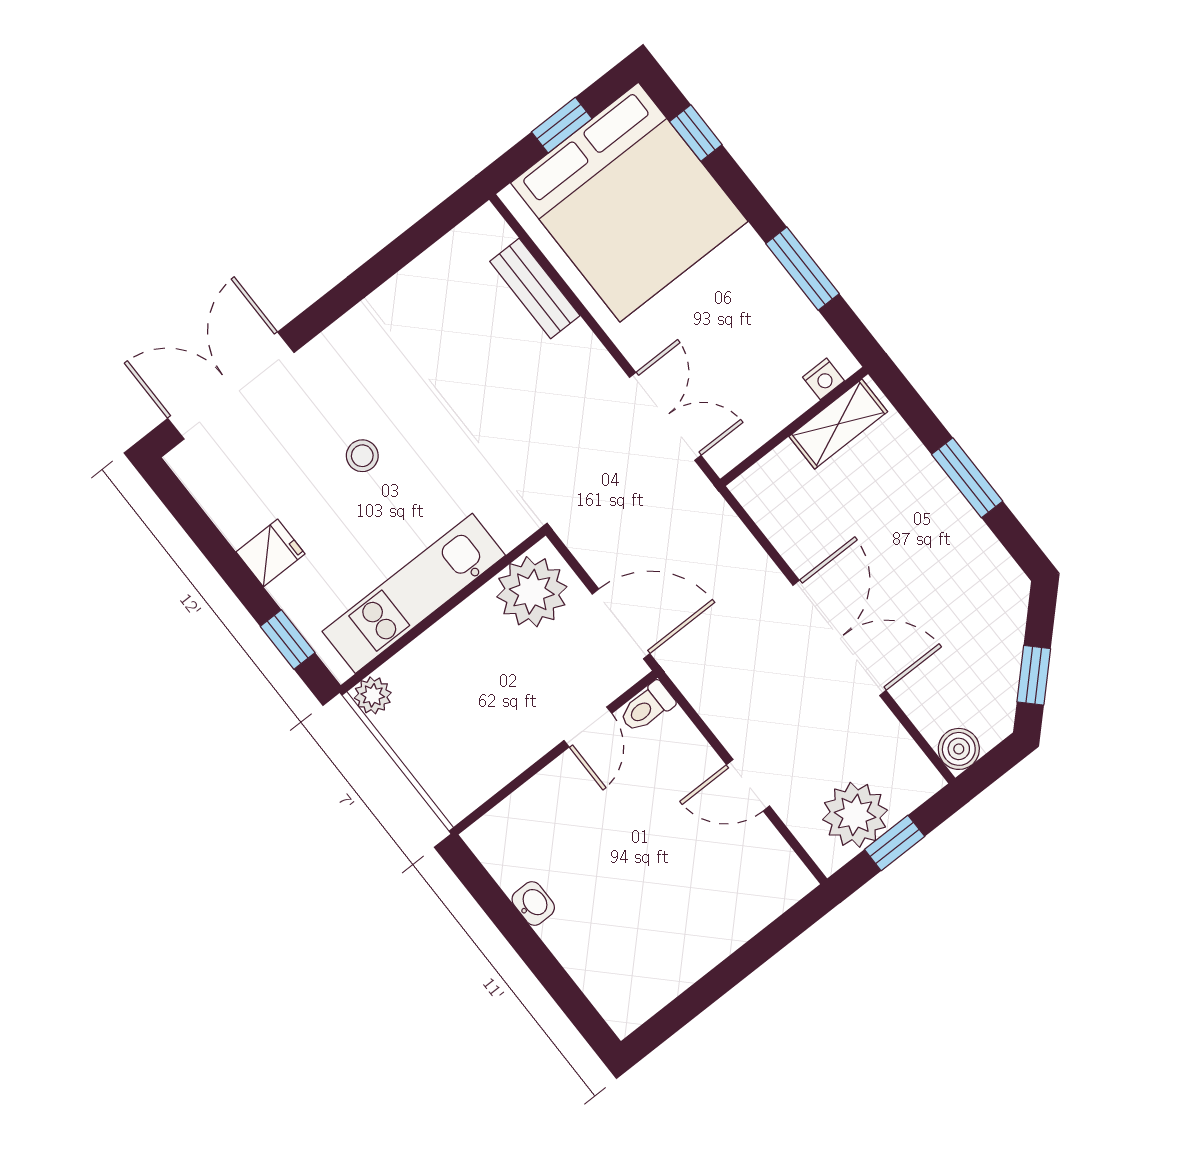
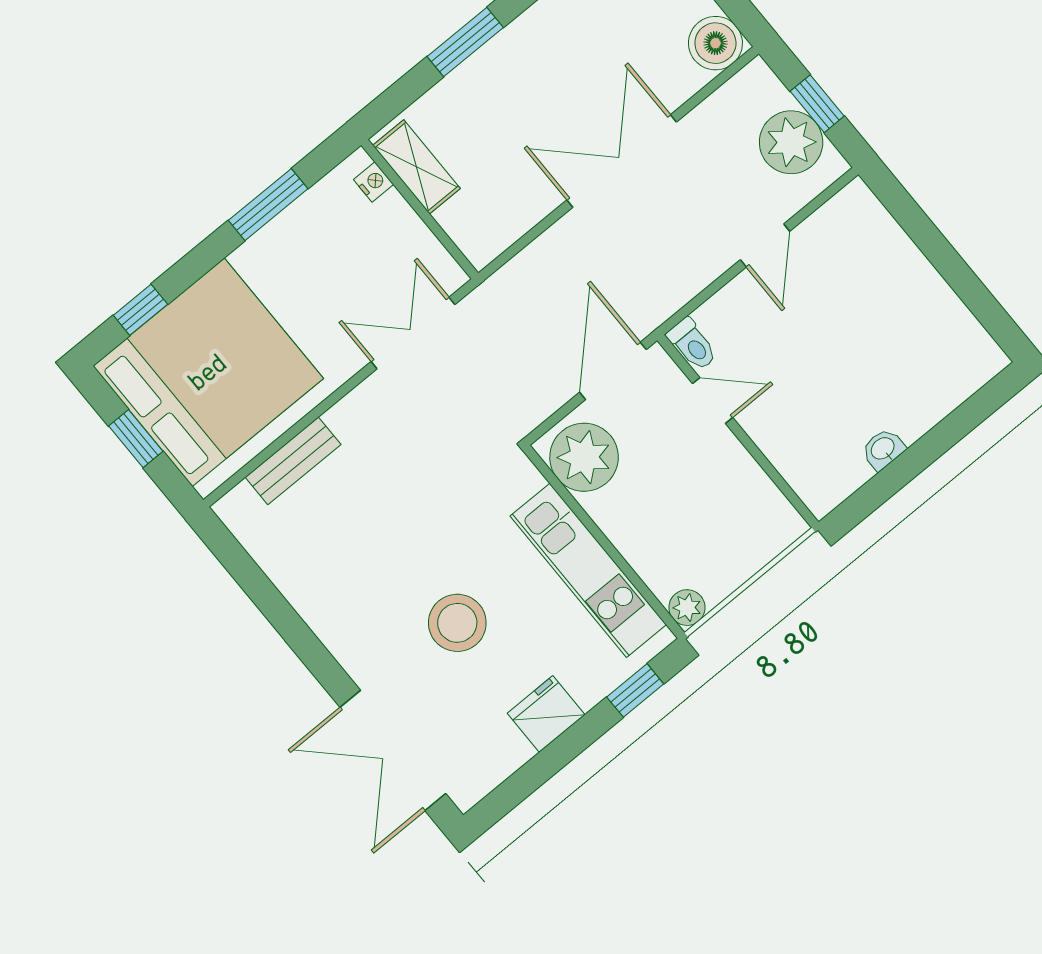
stool: (362, 456) -> (457, 623), width x1.89, depth x1.89
fridge: (270, 553) -> (546, 714), width x1.38
boiler: (959, 749) -> (715, 43), width x1.36, depth x1.36

